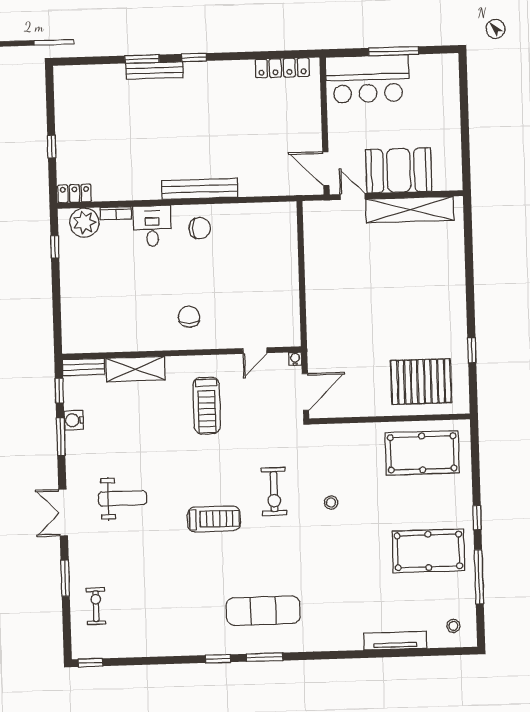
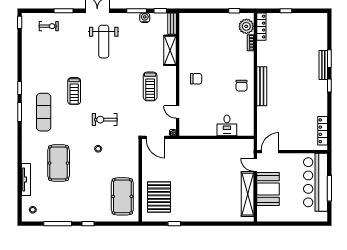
bar counter: (368, 79) -> (316, 182), width x1.36
locker: (75, 193) -> (261, 27), width x1.53
door: (353, 197) -> (255, 165), swing flipped
desk: (152, 226) -> (227, 125), moved, turned 90
treadmill: (207, 406) -> (150, 86), turned -90
weight bench: (122, 498) -> (104, 42), width x1.36, depth x1.33
treadmill: (214, 519) -> (74, 91), moved
pool table: (428, 551) -> (59, 163), moved

